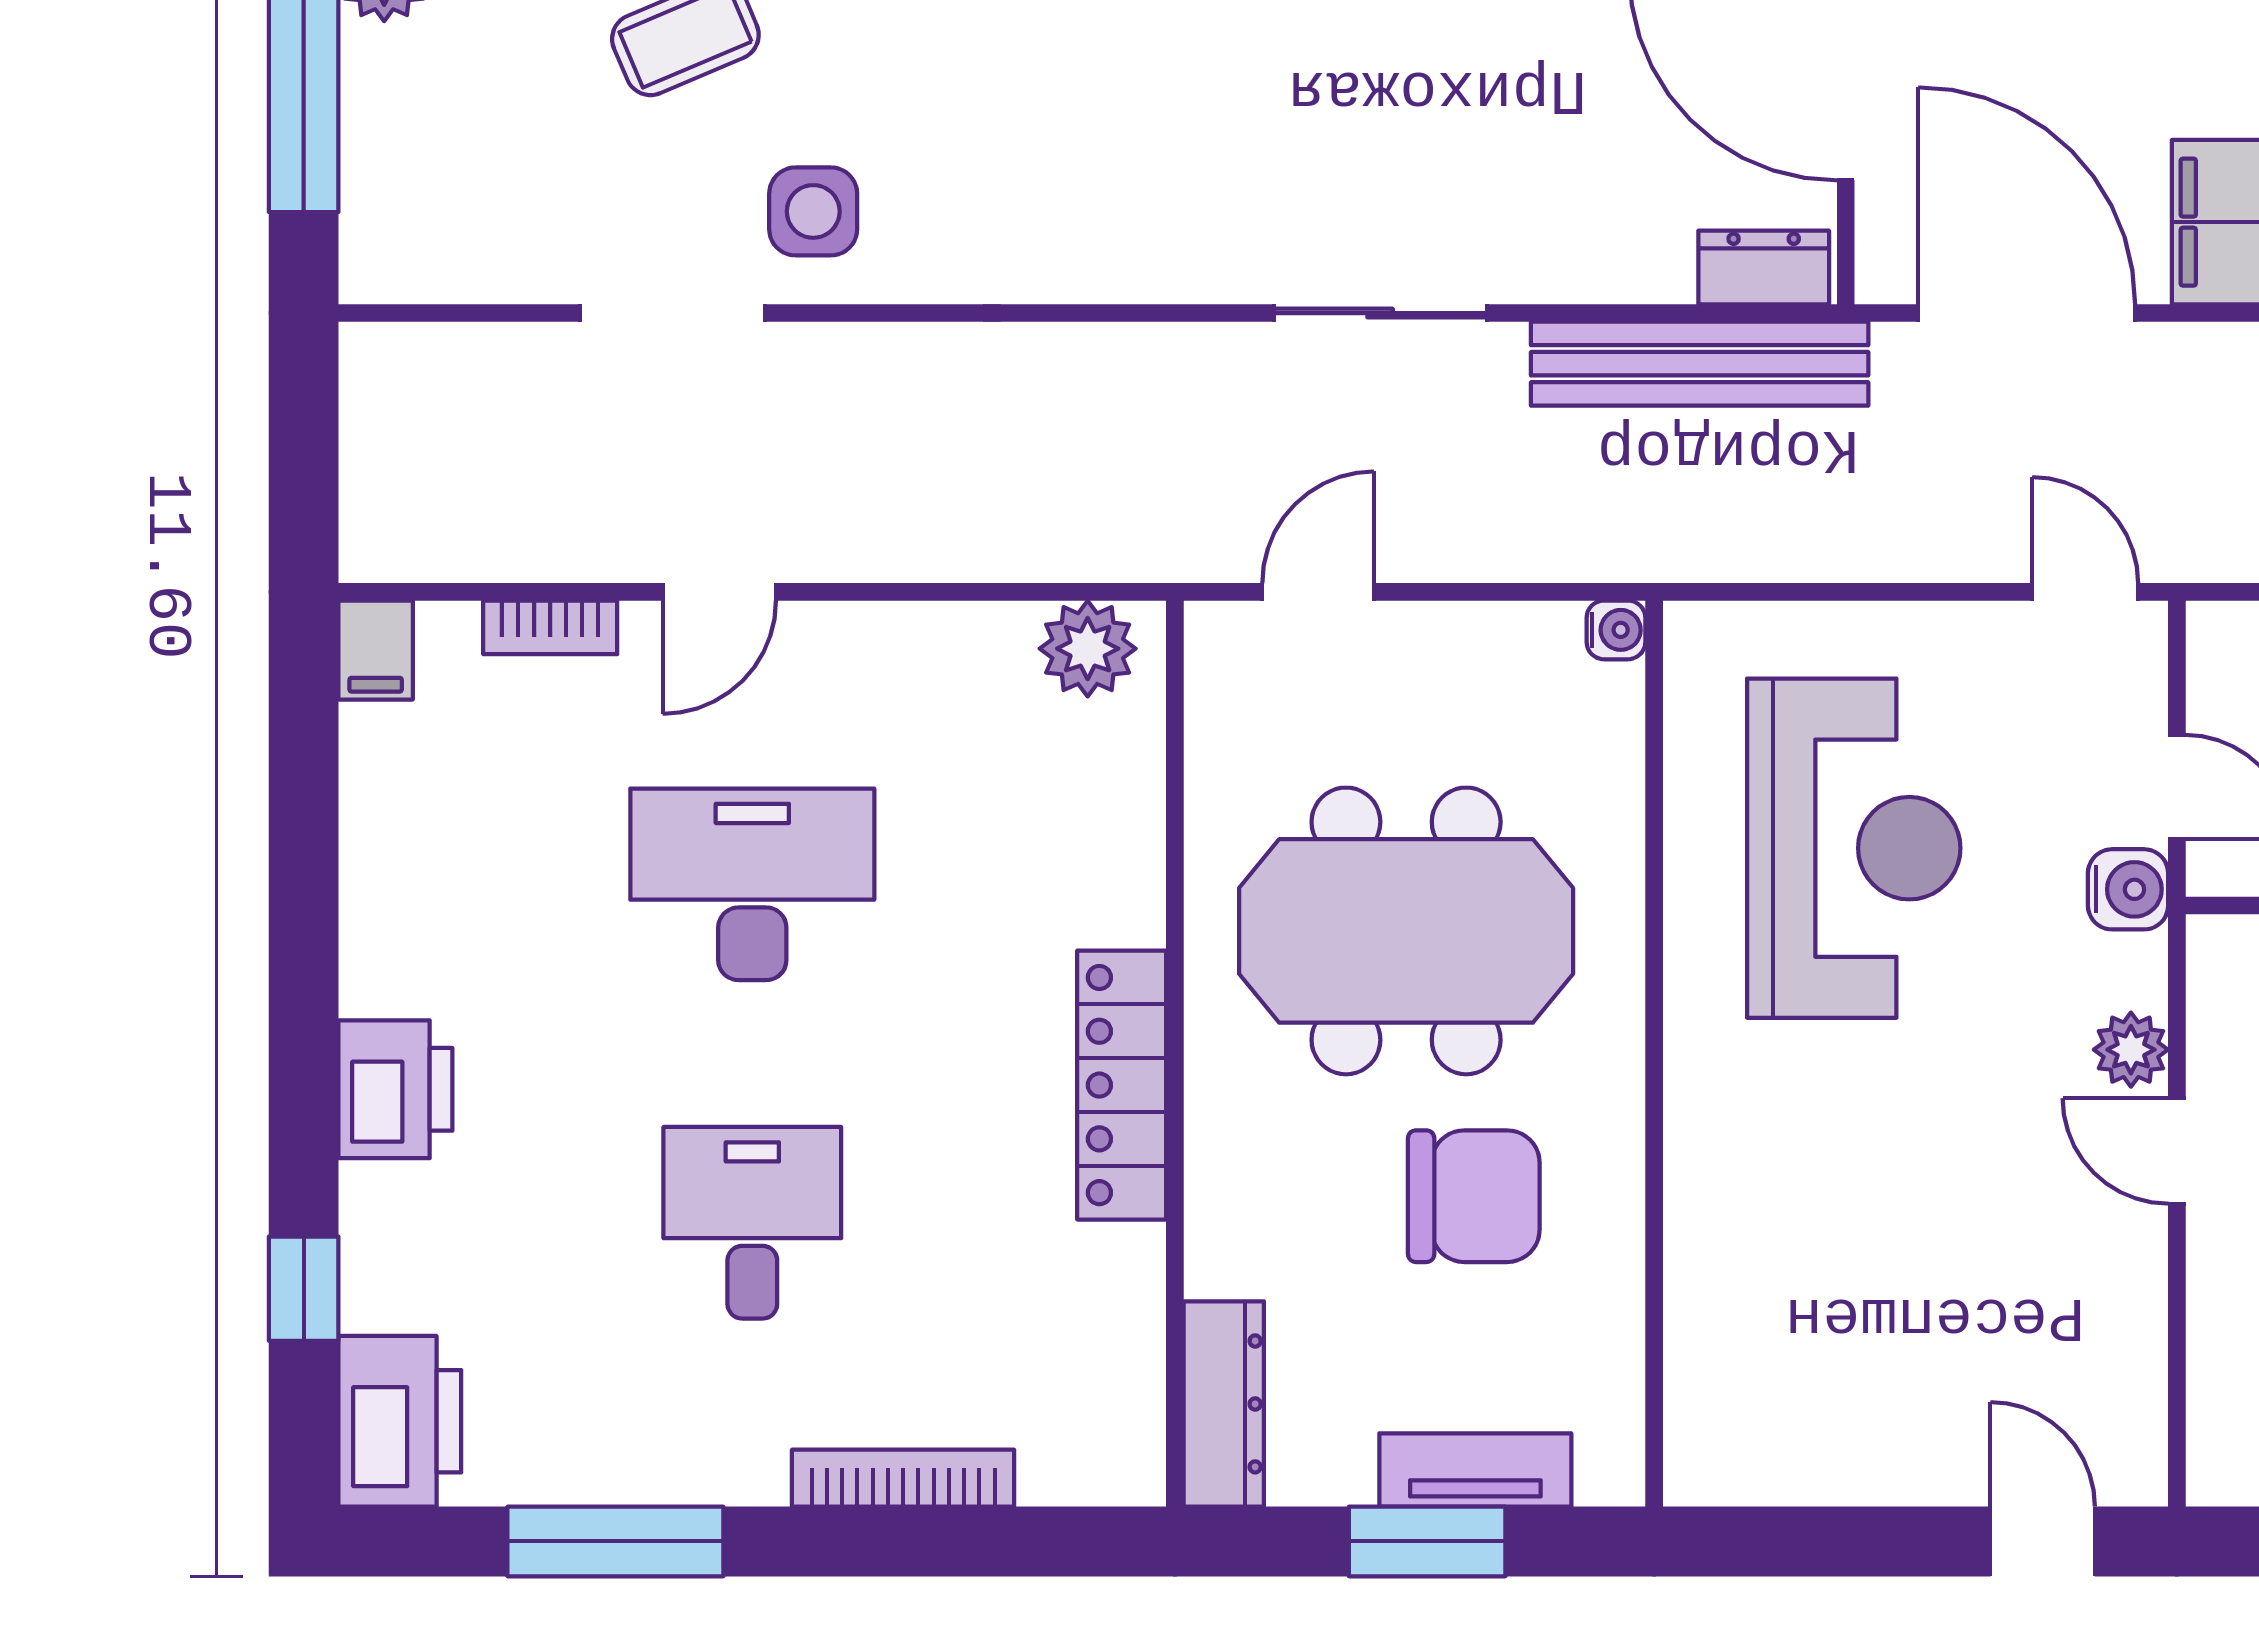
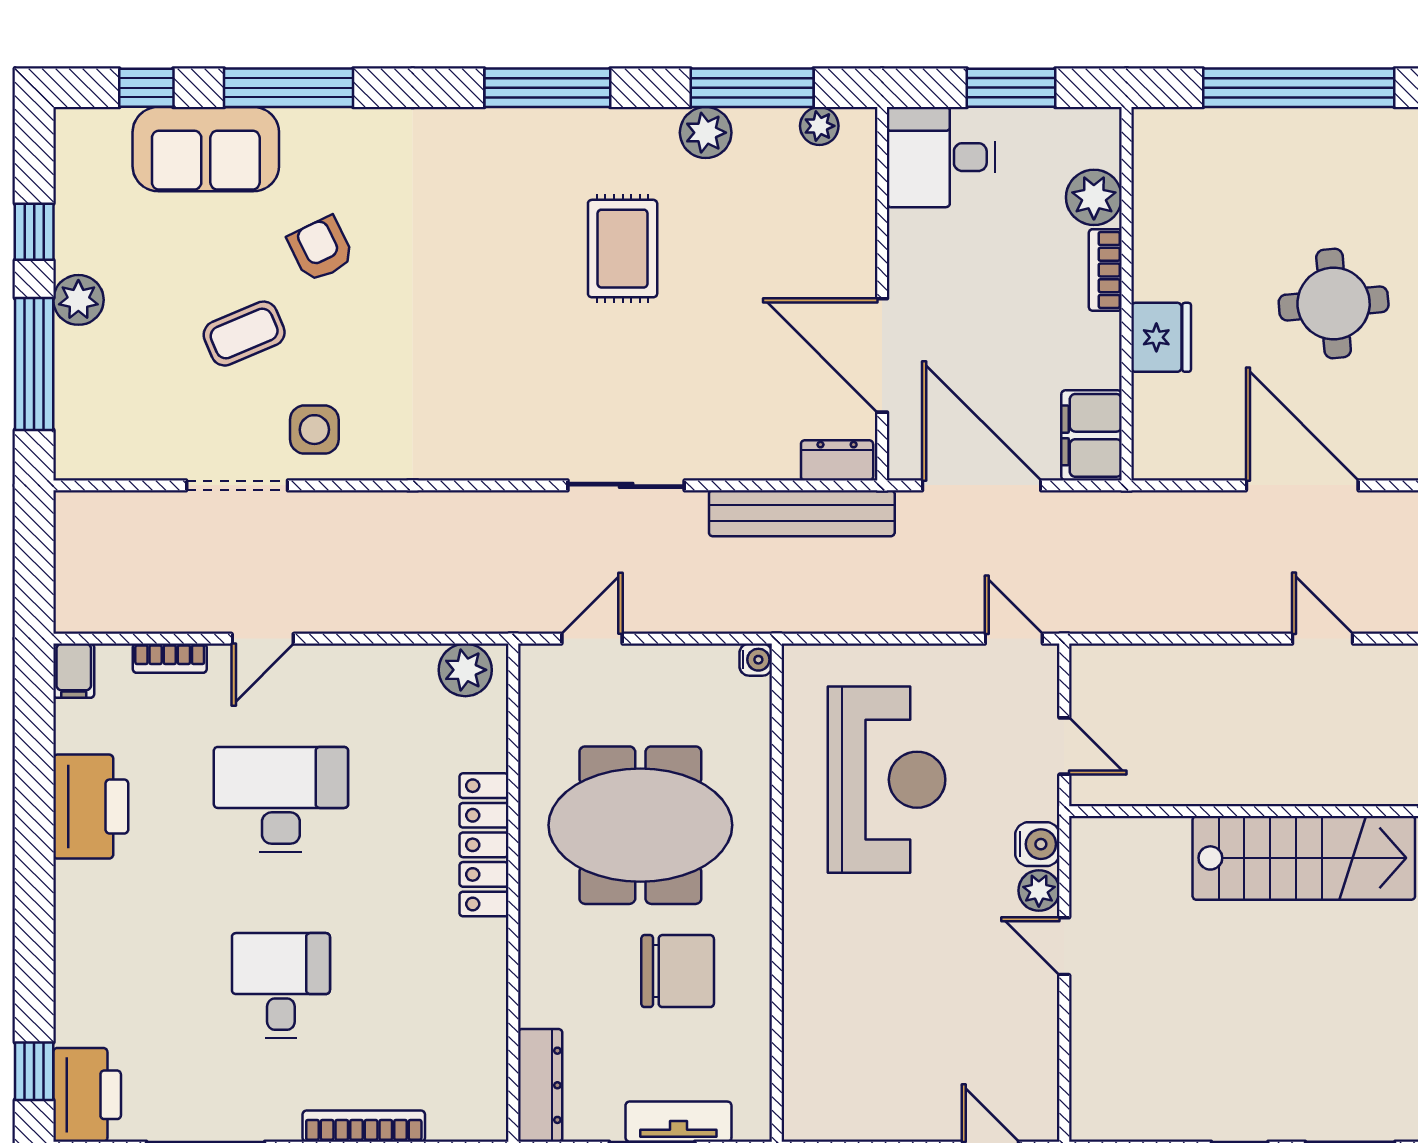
water cooler: (2128, 889) -> (1037, 844), moved
locker: (1122, 1085) -> (484, 845), moved
printer: (395, 1089) -> (91, 807), moved, width x1.37, depth x1.19
window: (304, 1289) -> (34, 1071), moved

